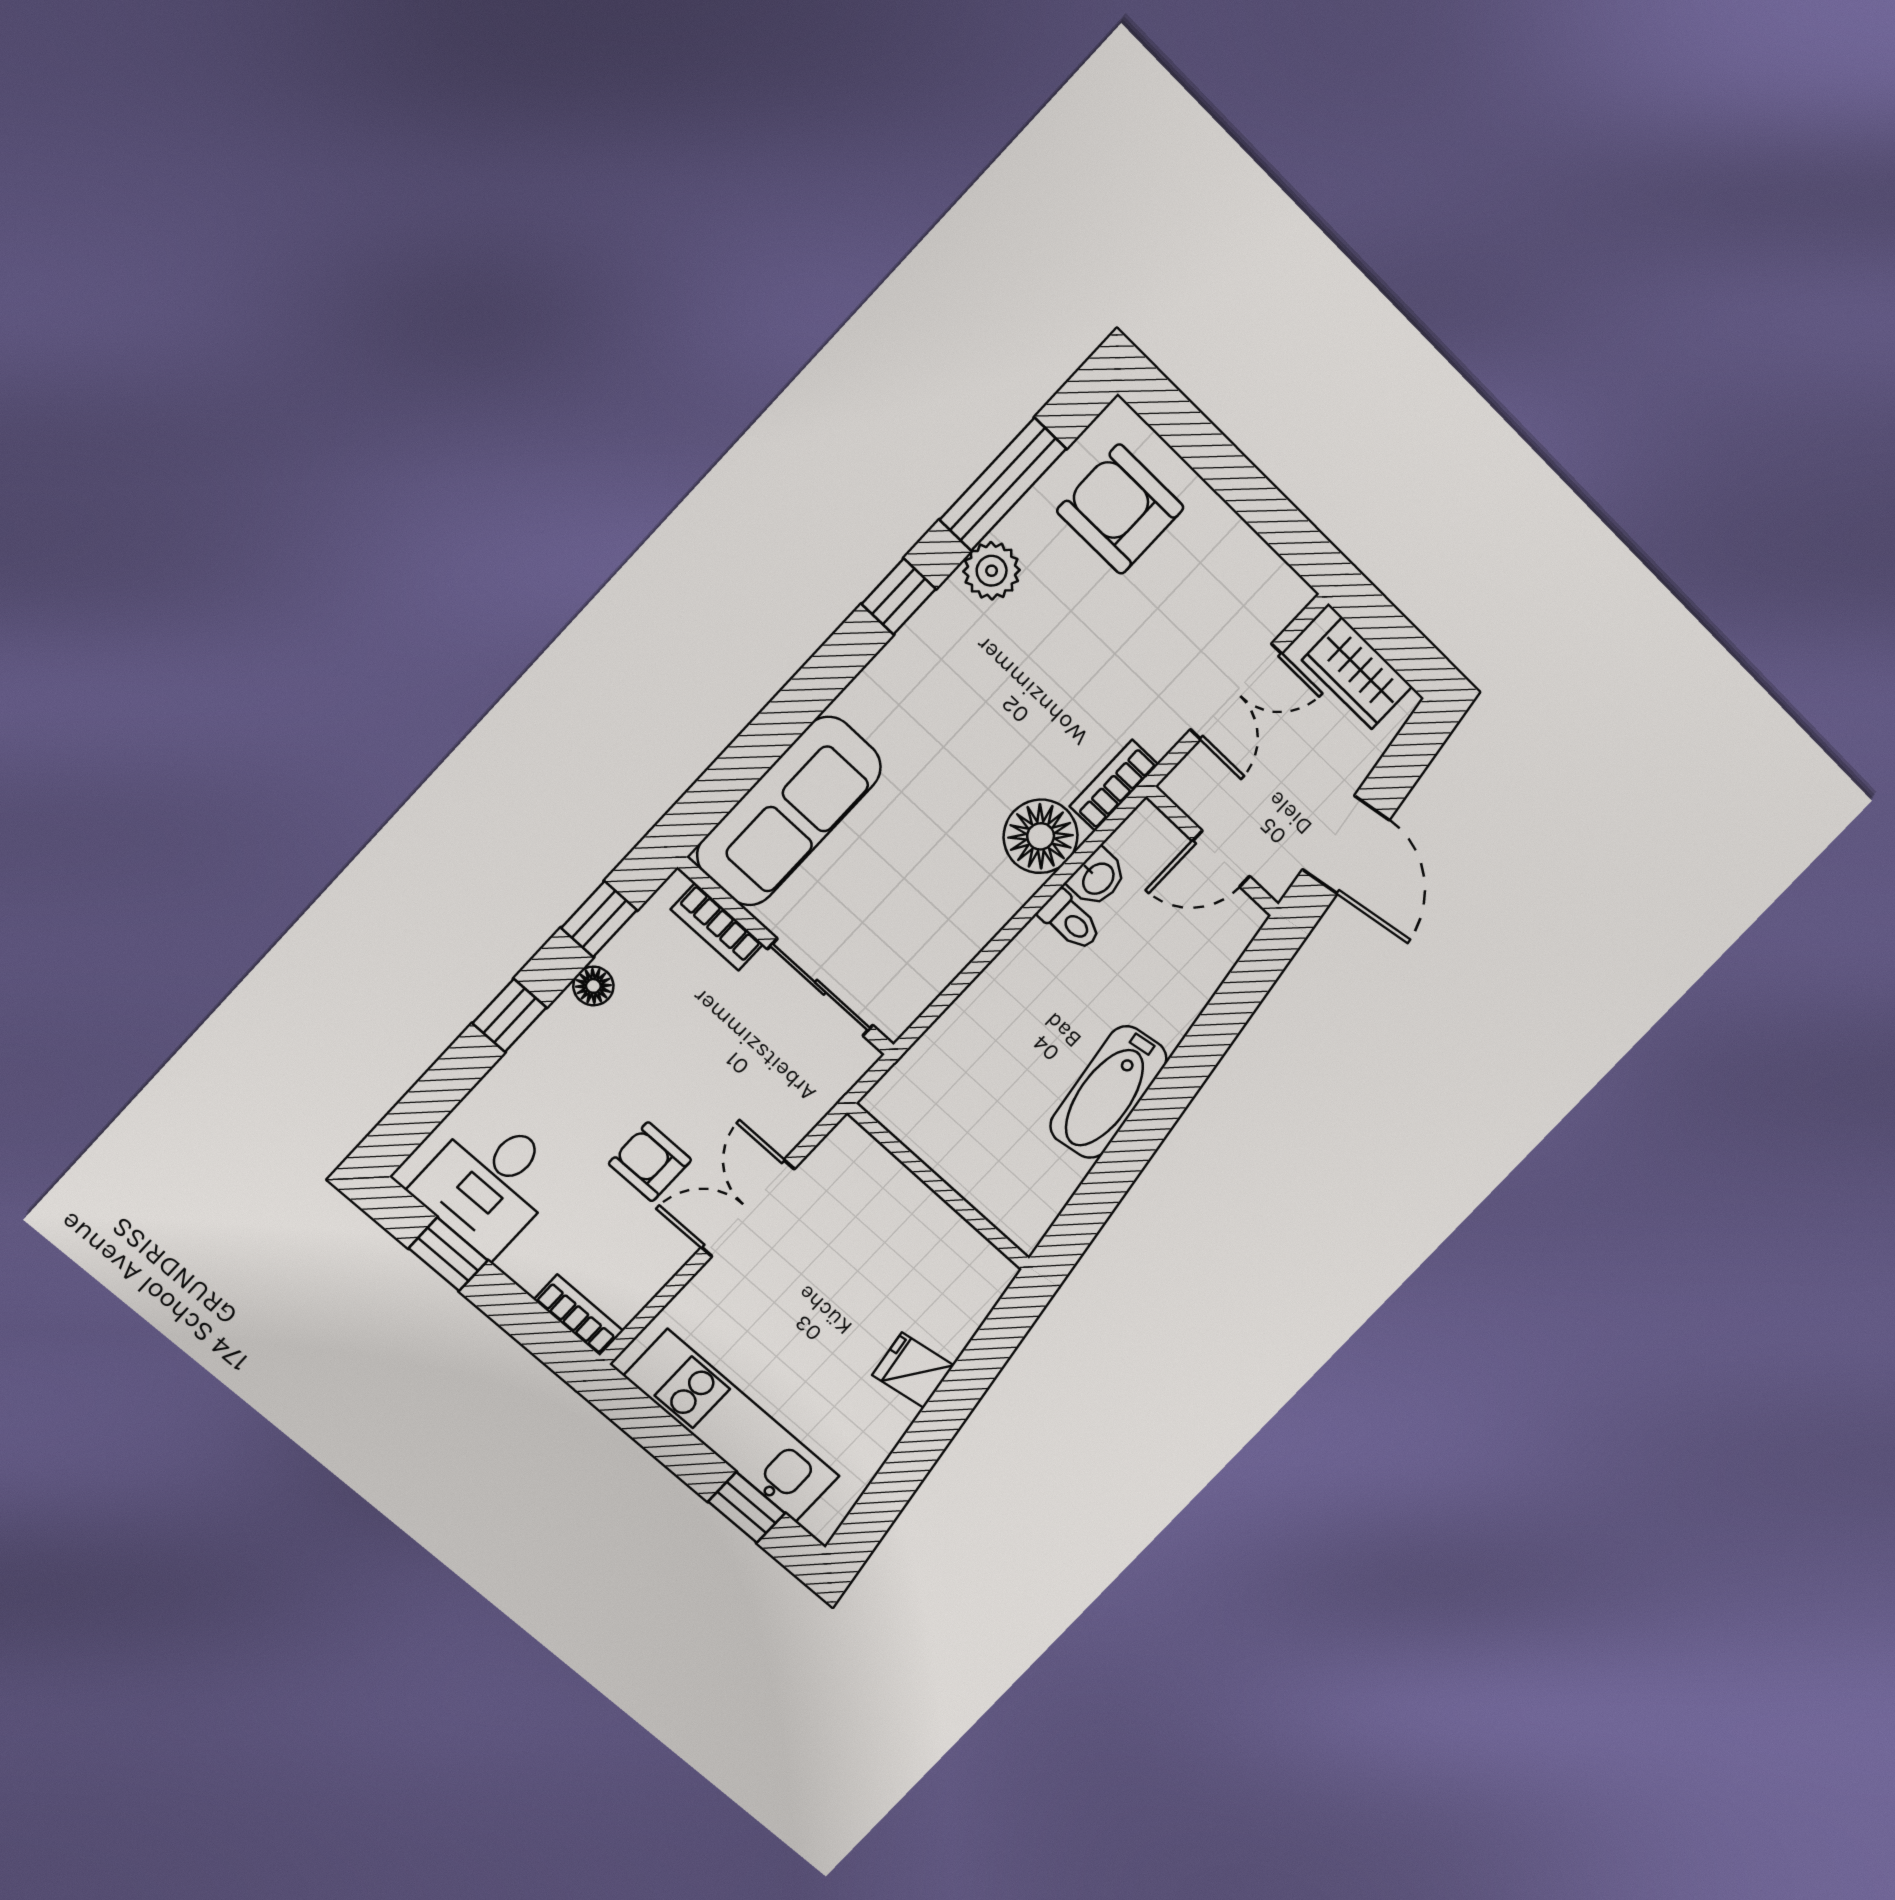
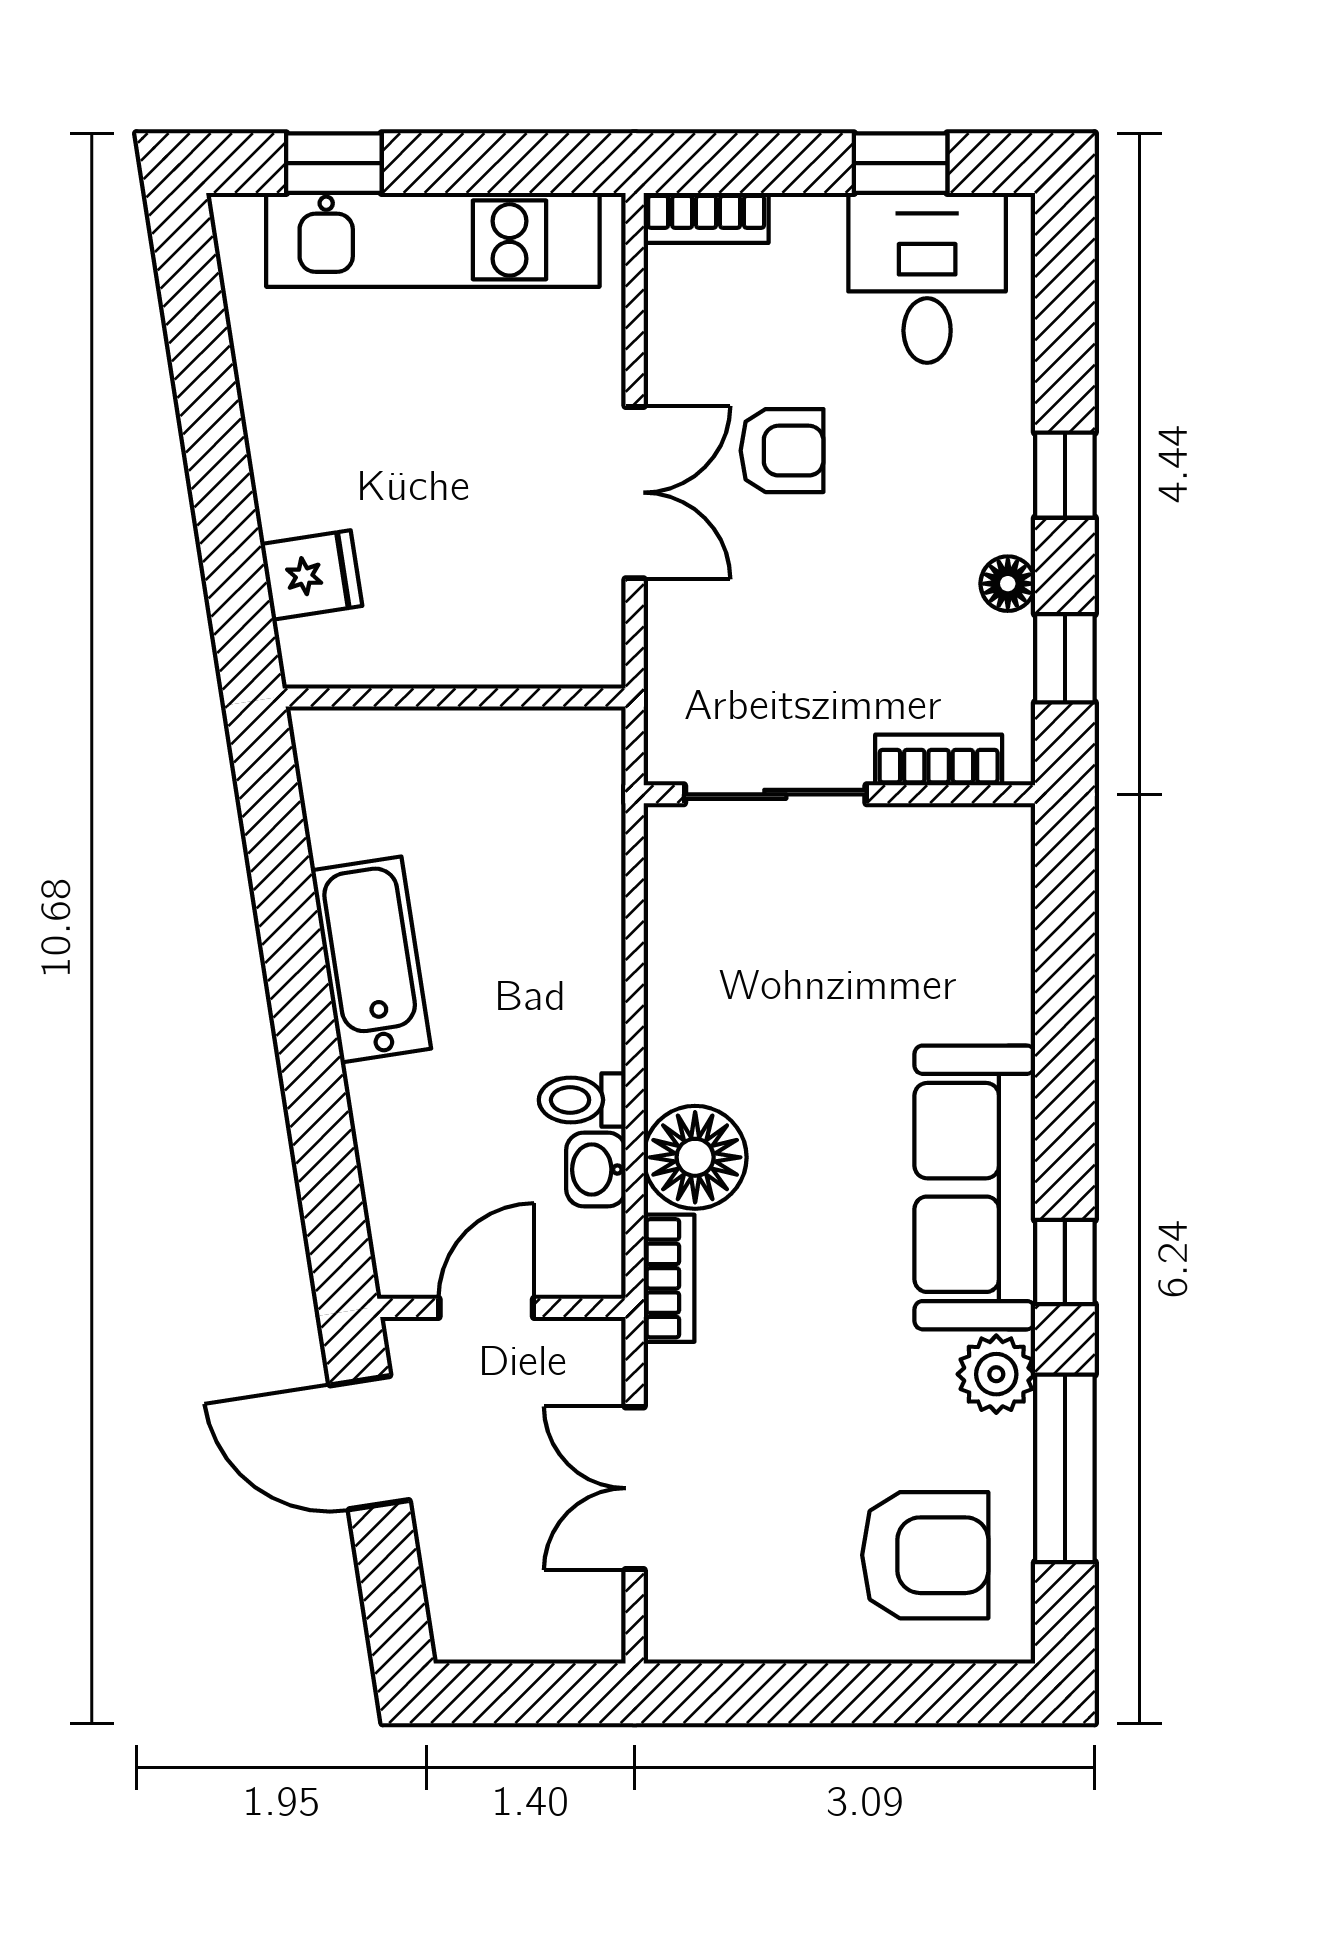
wardrobe: (1357, 673) -> (528, 1623), removed
sofa: (789, 811) -> (975, 1187), moved
fridge: (913, 1370) -> (311, 575), moved

